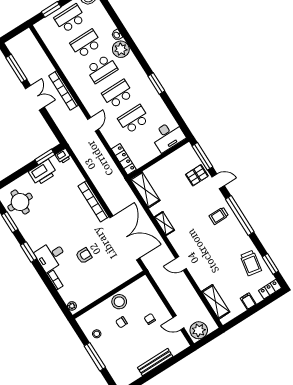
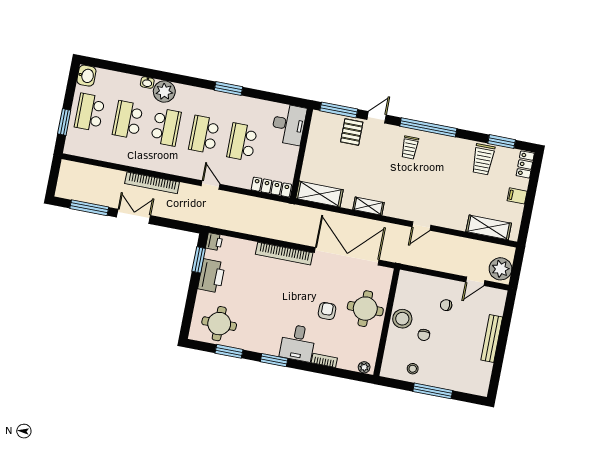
trolley: (251, 263) -> (483, 159), turned 80
round table: (105, 276) -> (365, 309), added

